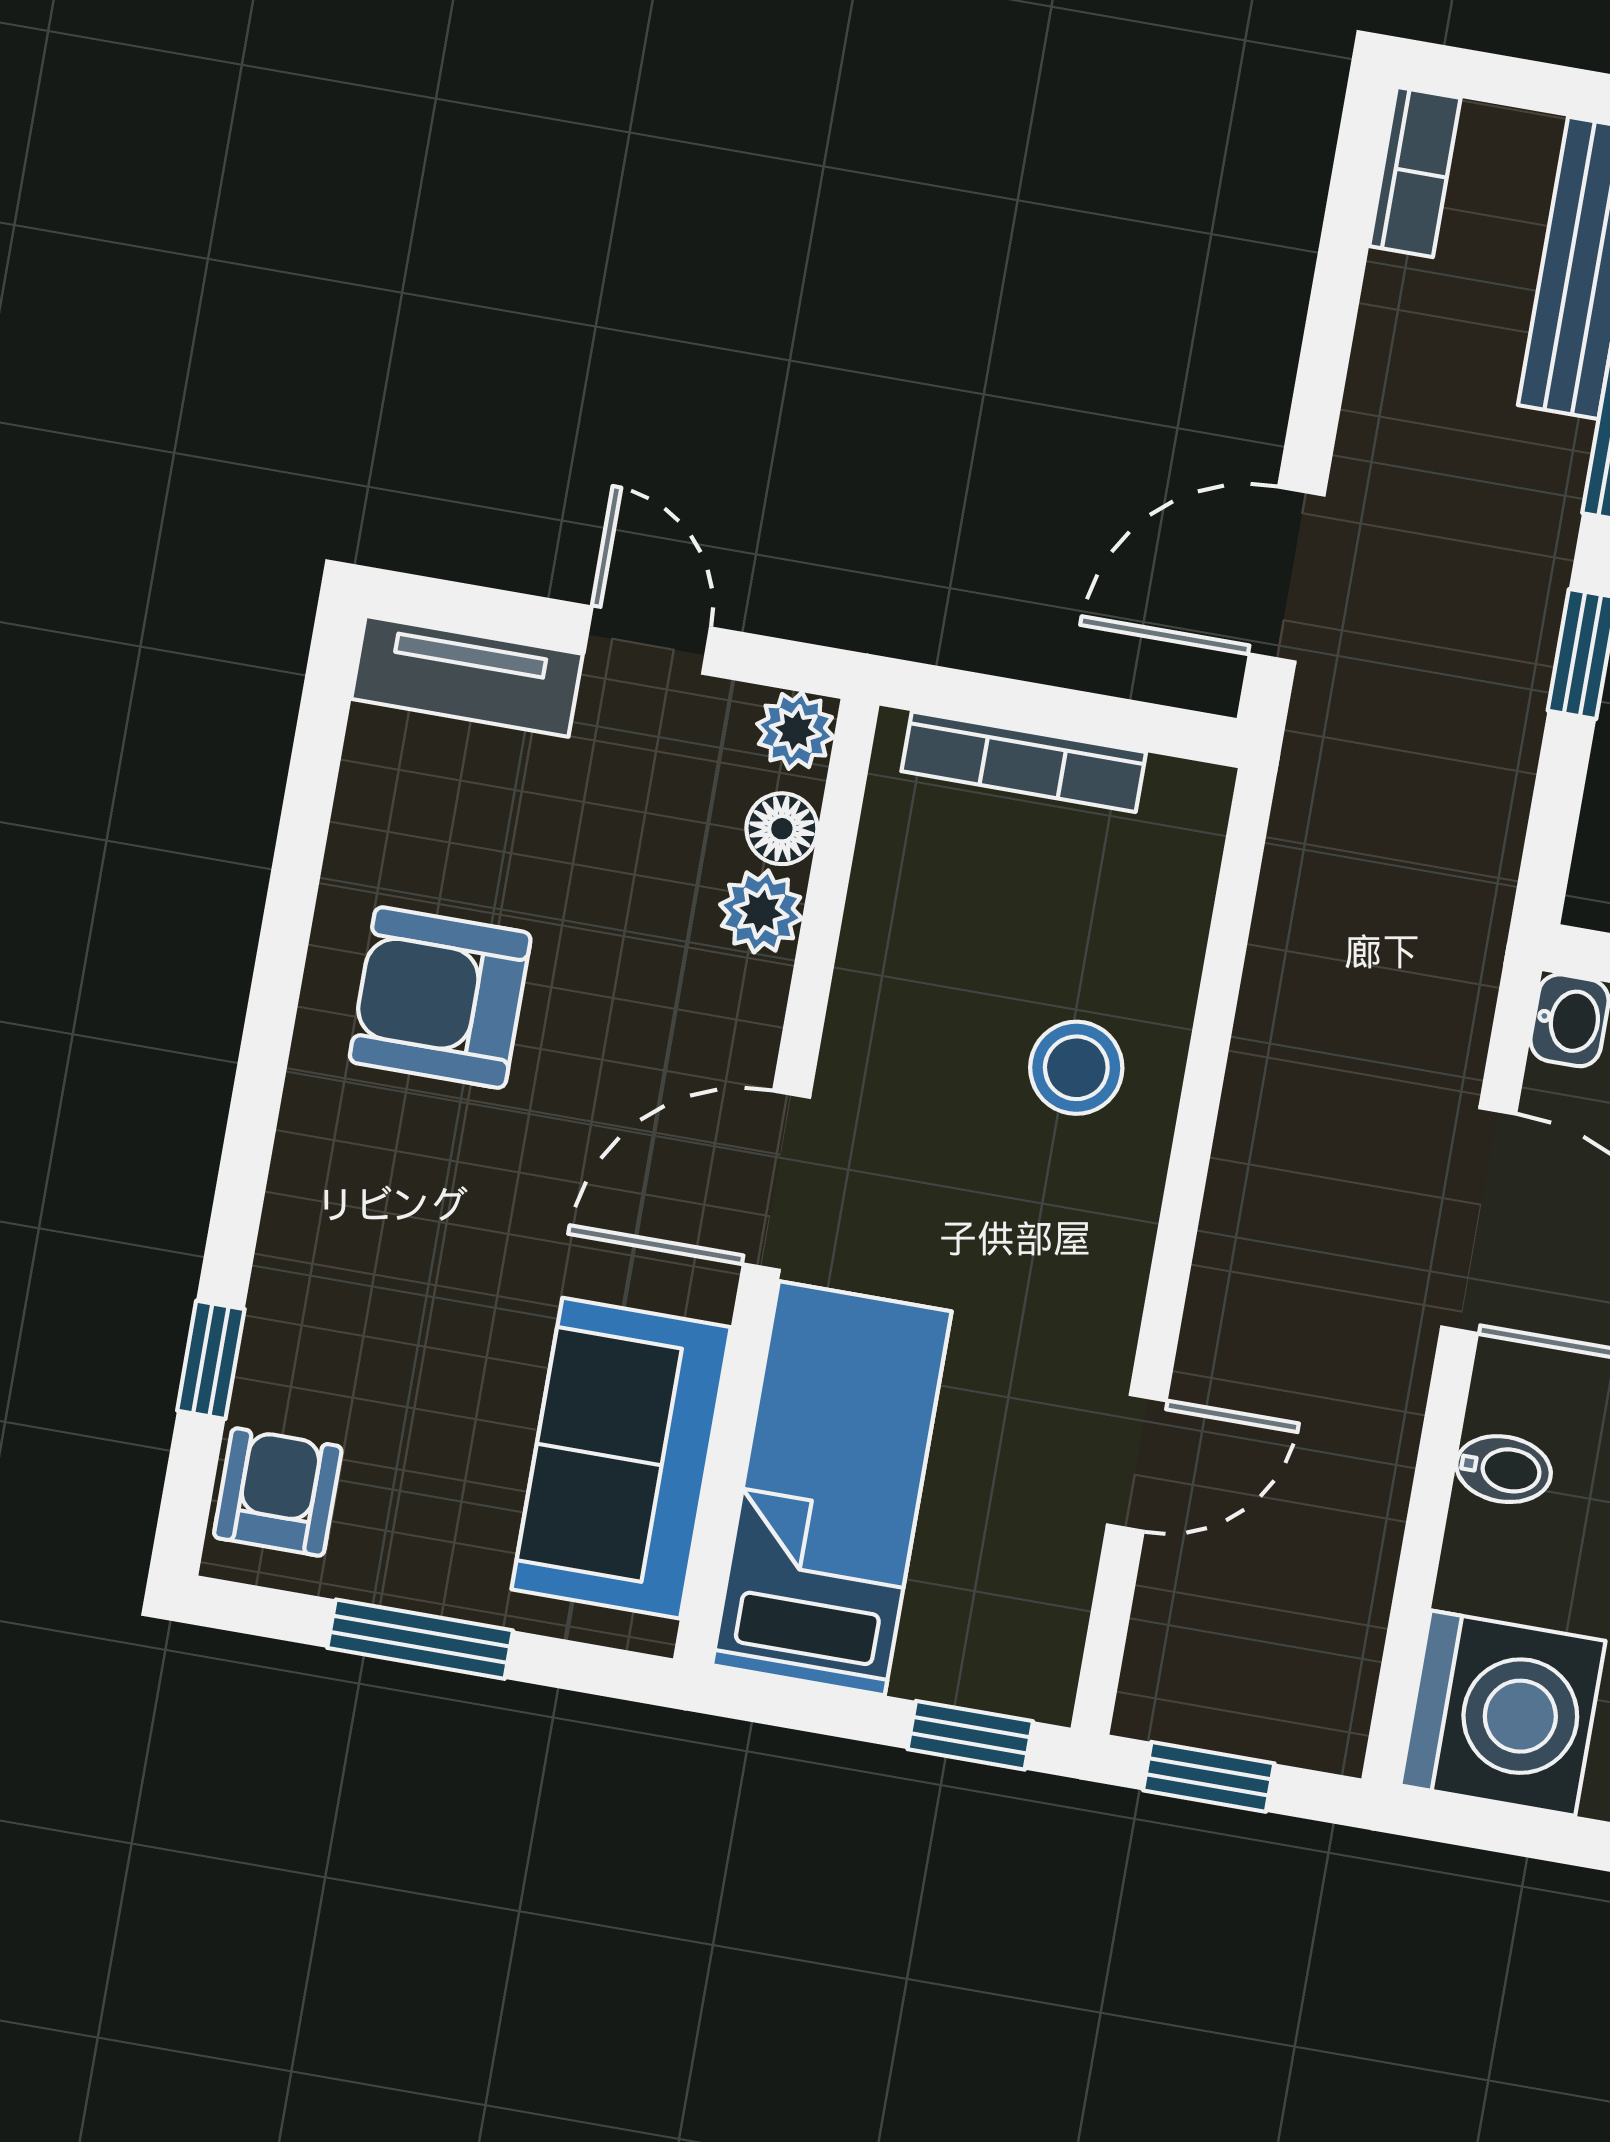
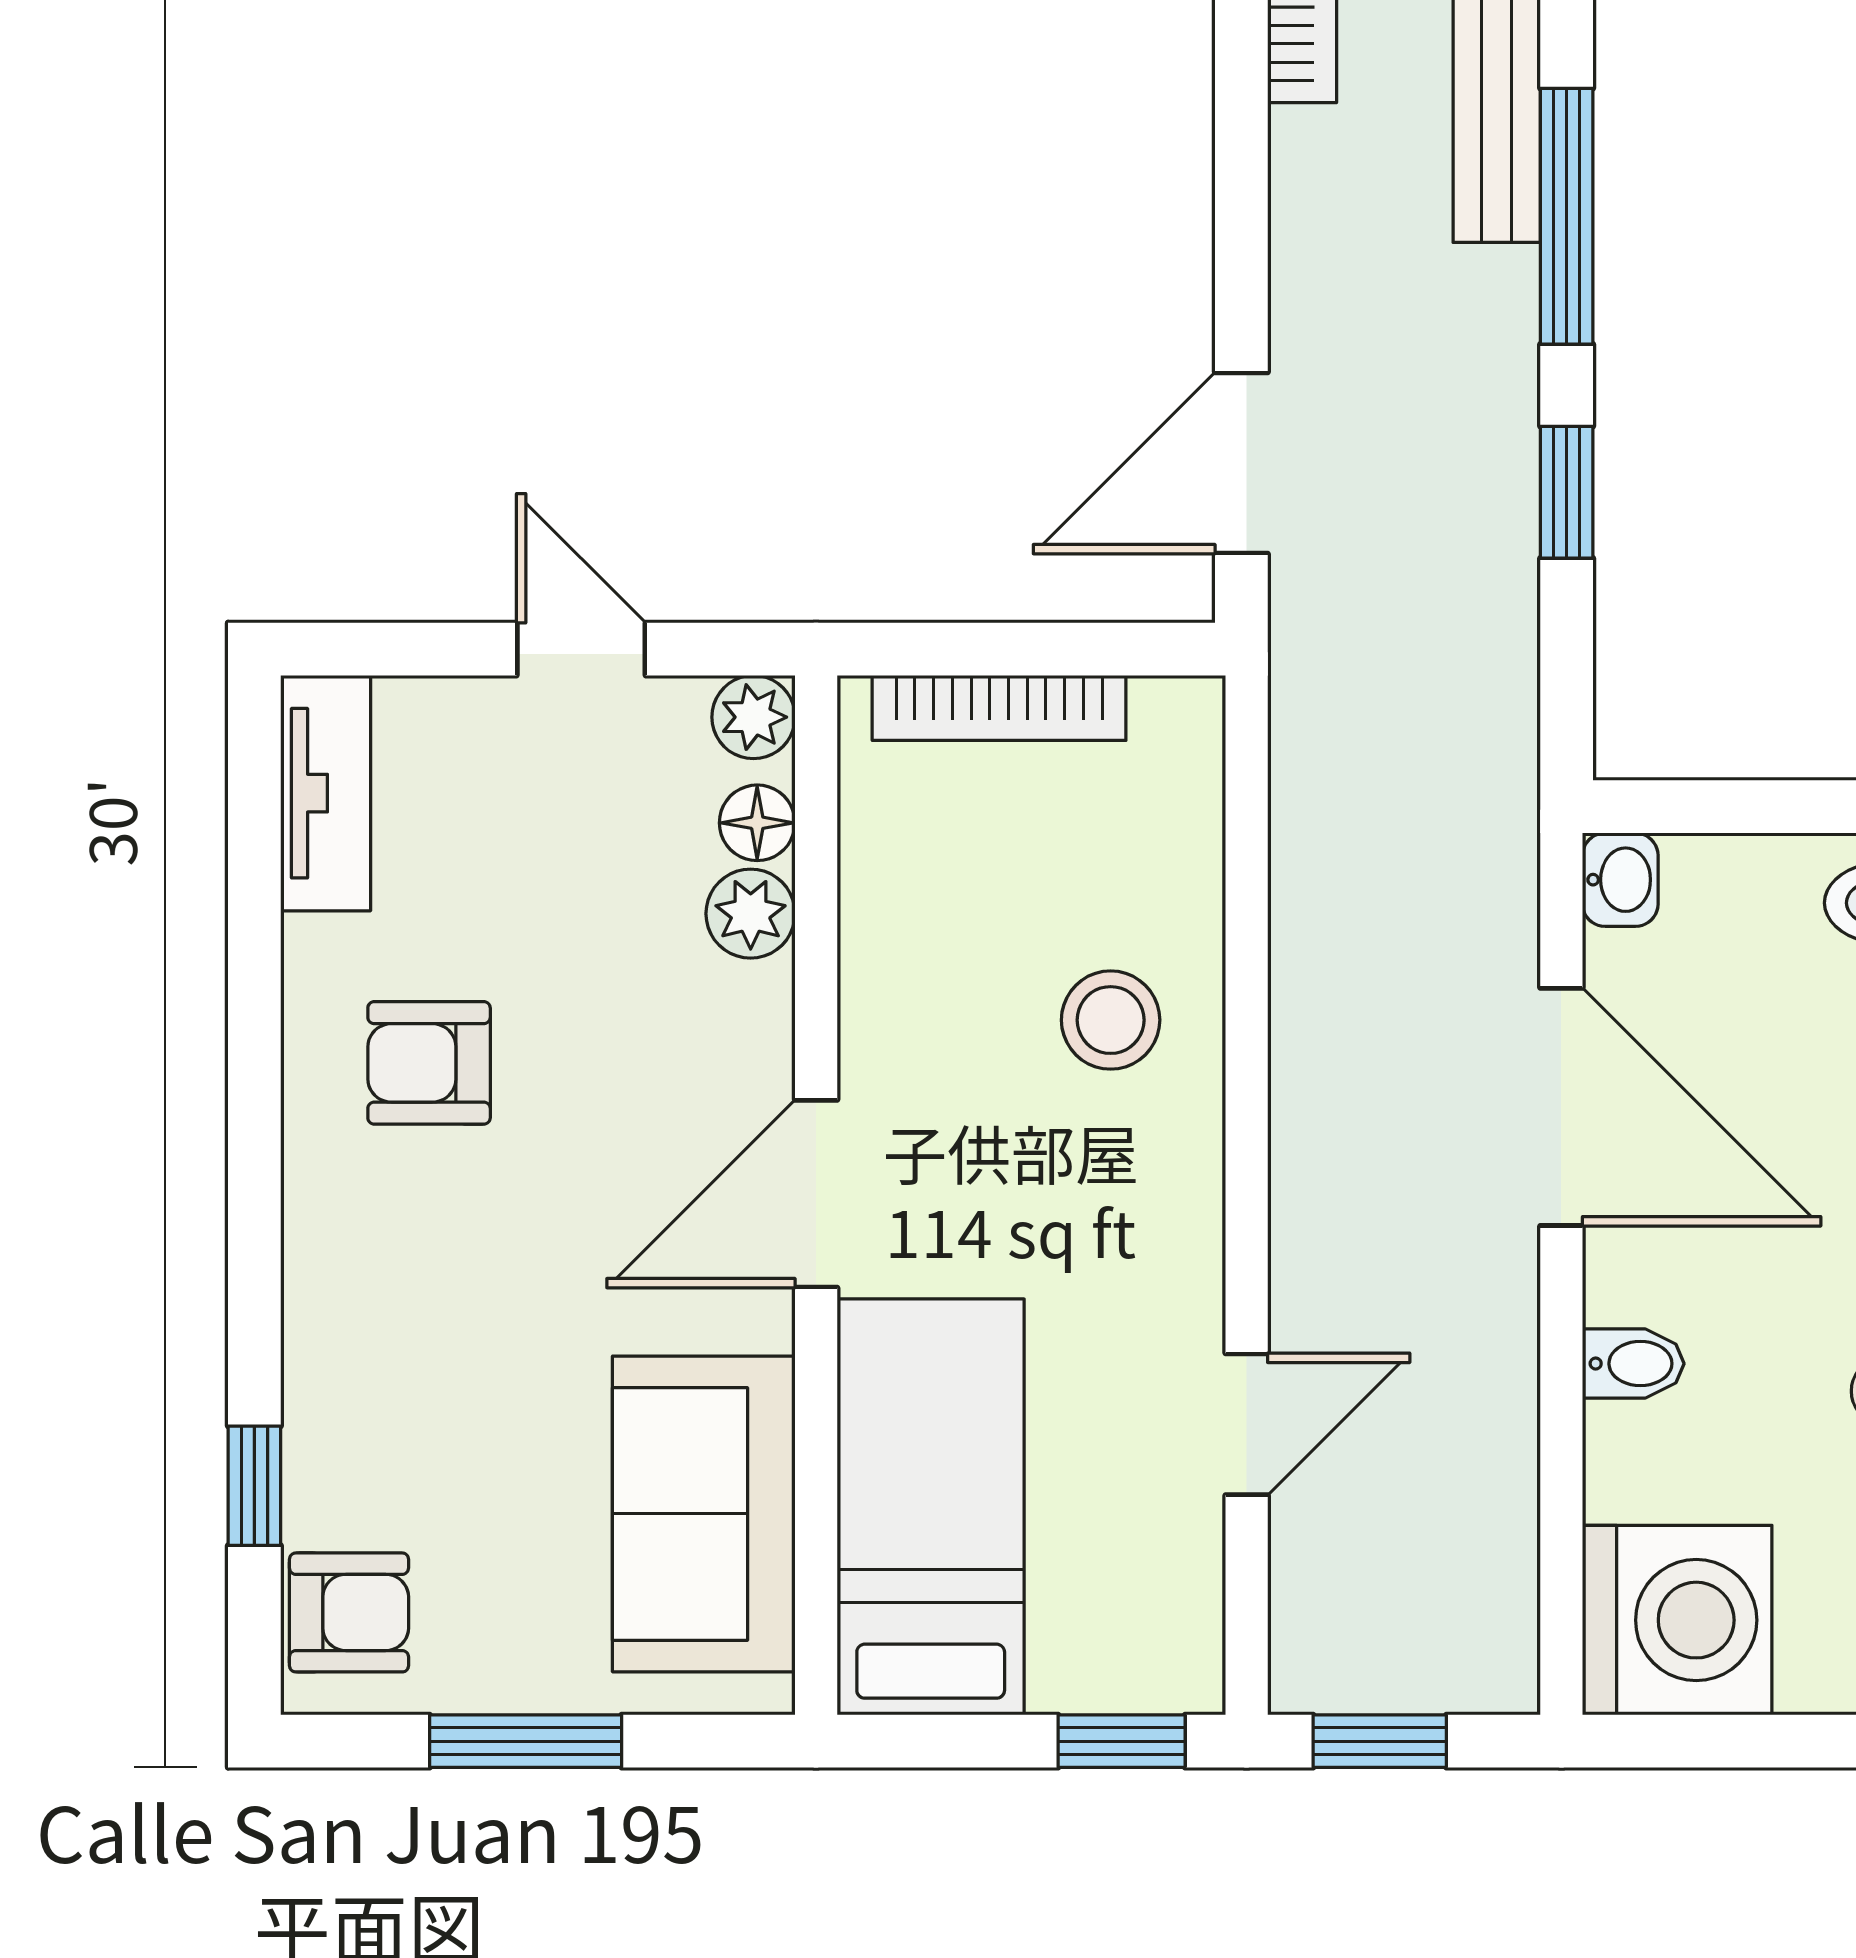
tv unit: (467, 676) -> (326, 793), moved, turned -90
armchair: (440, 998) -> (429, 1063), width x0.72, depth x0.72
armchair: (278, 1492) -> (349, 1612), turned 90

